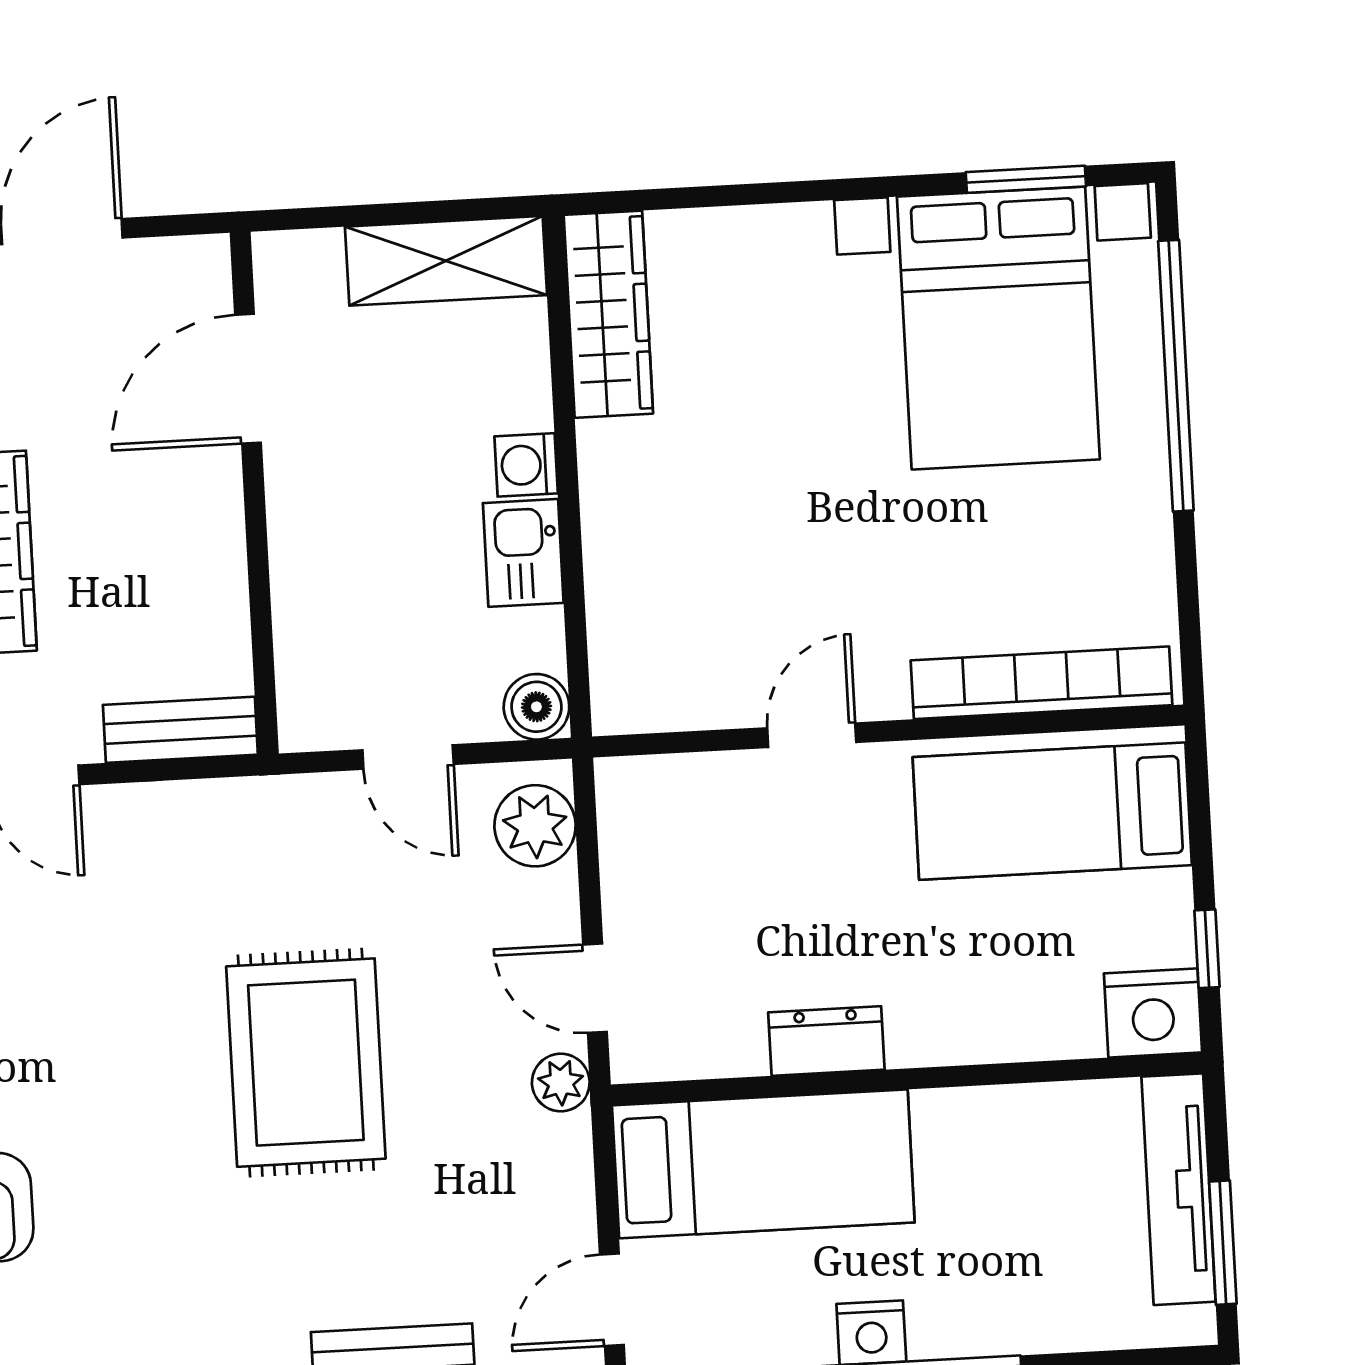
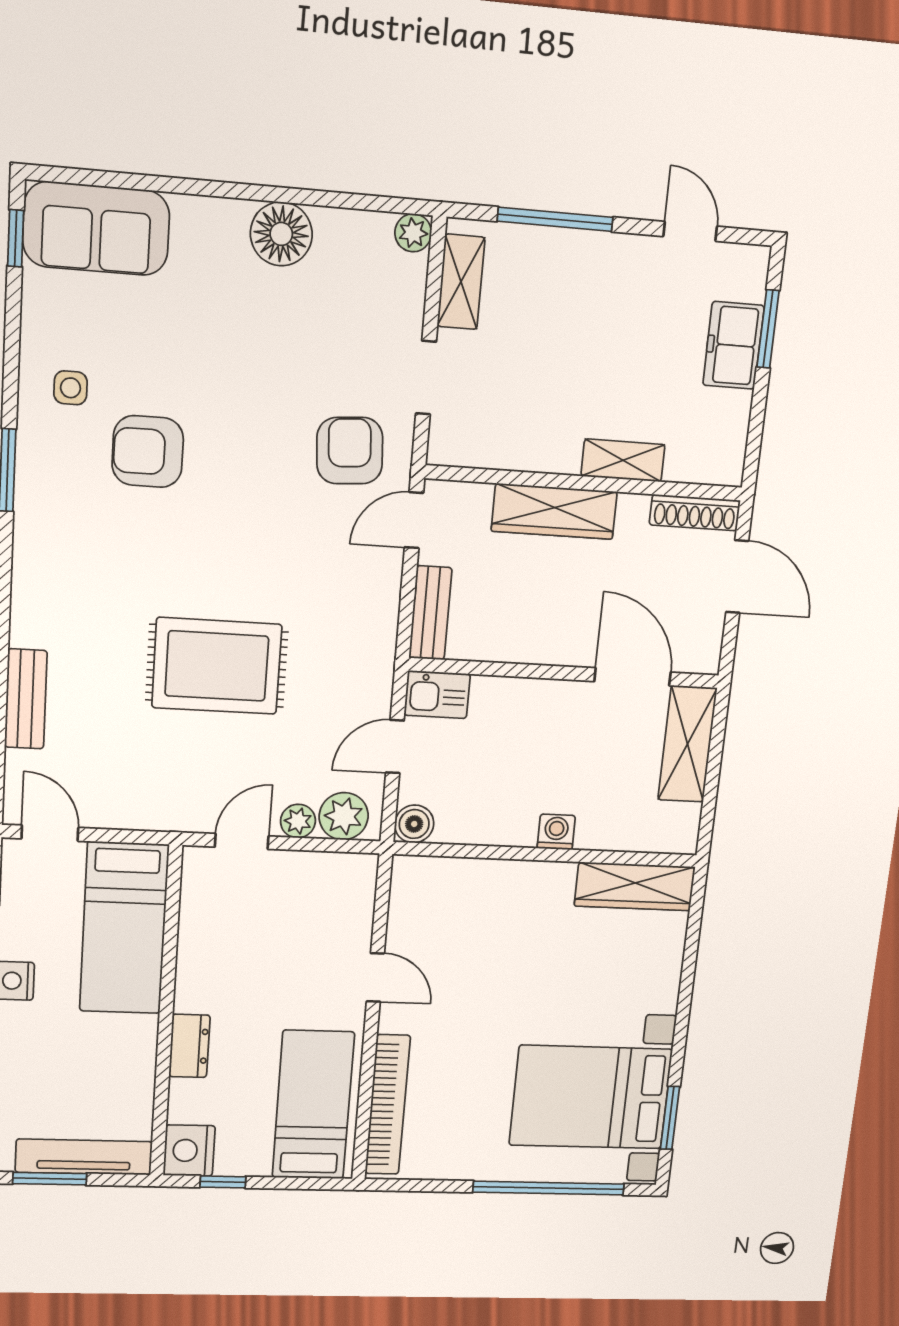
shelving: (446, 261) -> (687, 744), moved
kitchen sink: (523, 553) -> (437, 695), moved, turned 180
dresser: (826, 1041) -> (189, 1046), moved
plant: (561, 1083) -> (298, 821), moved

